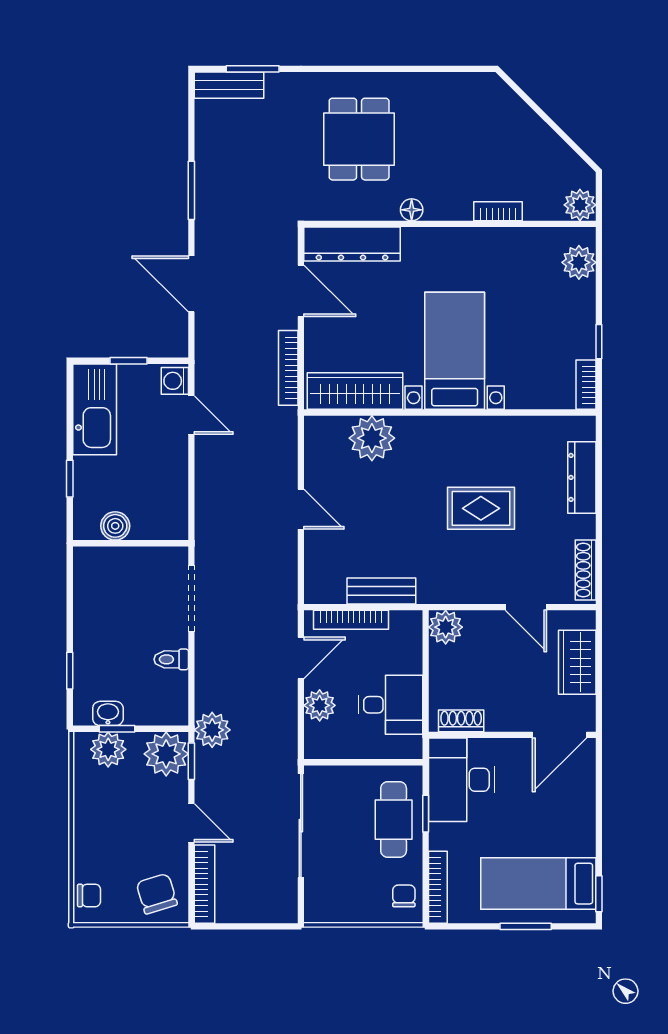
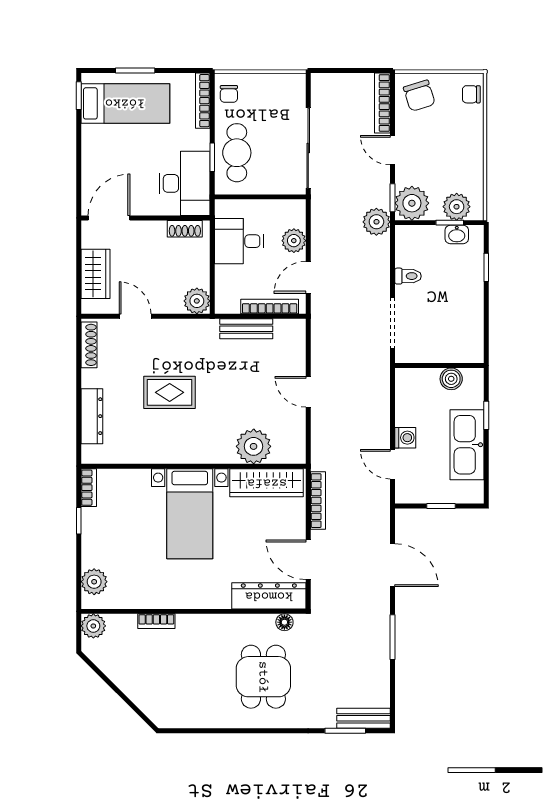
floor lamp: (412, 210) -> (284, 622), moved
washing machine: (175, 381) -> (405, 438), moved
kitchen sink: (95, 409) -> (467, 445), moved

